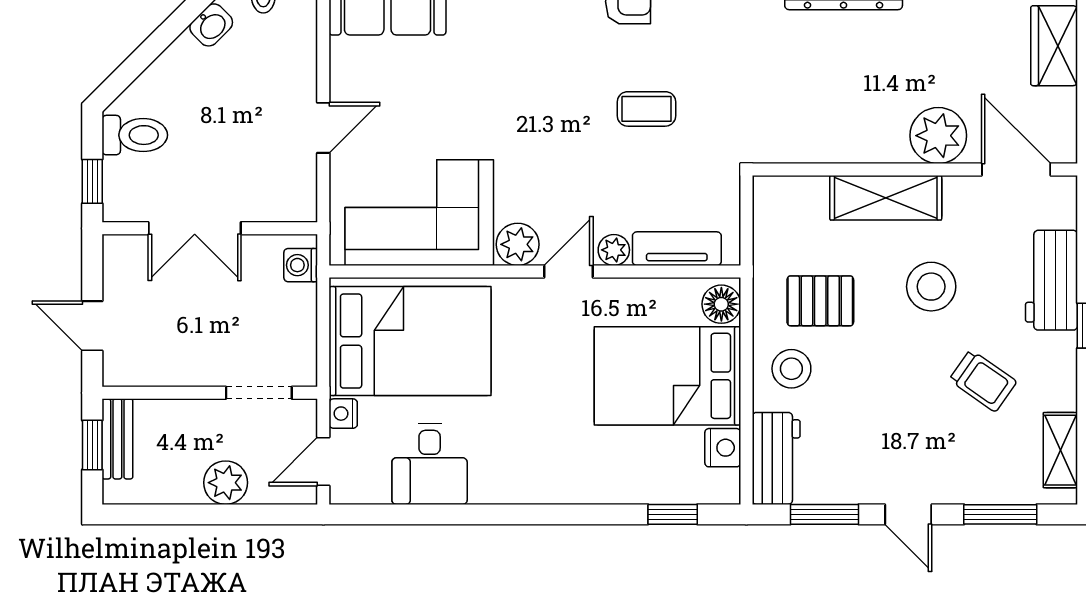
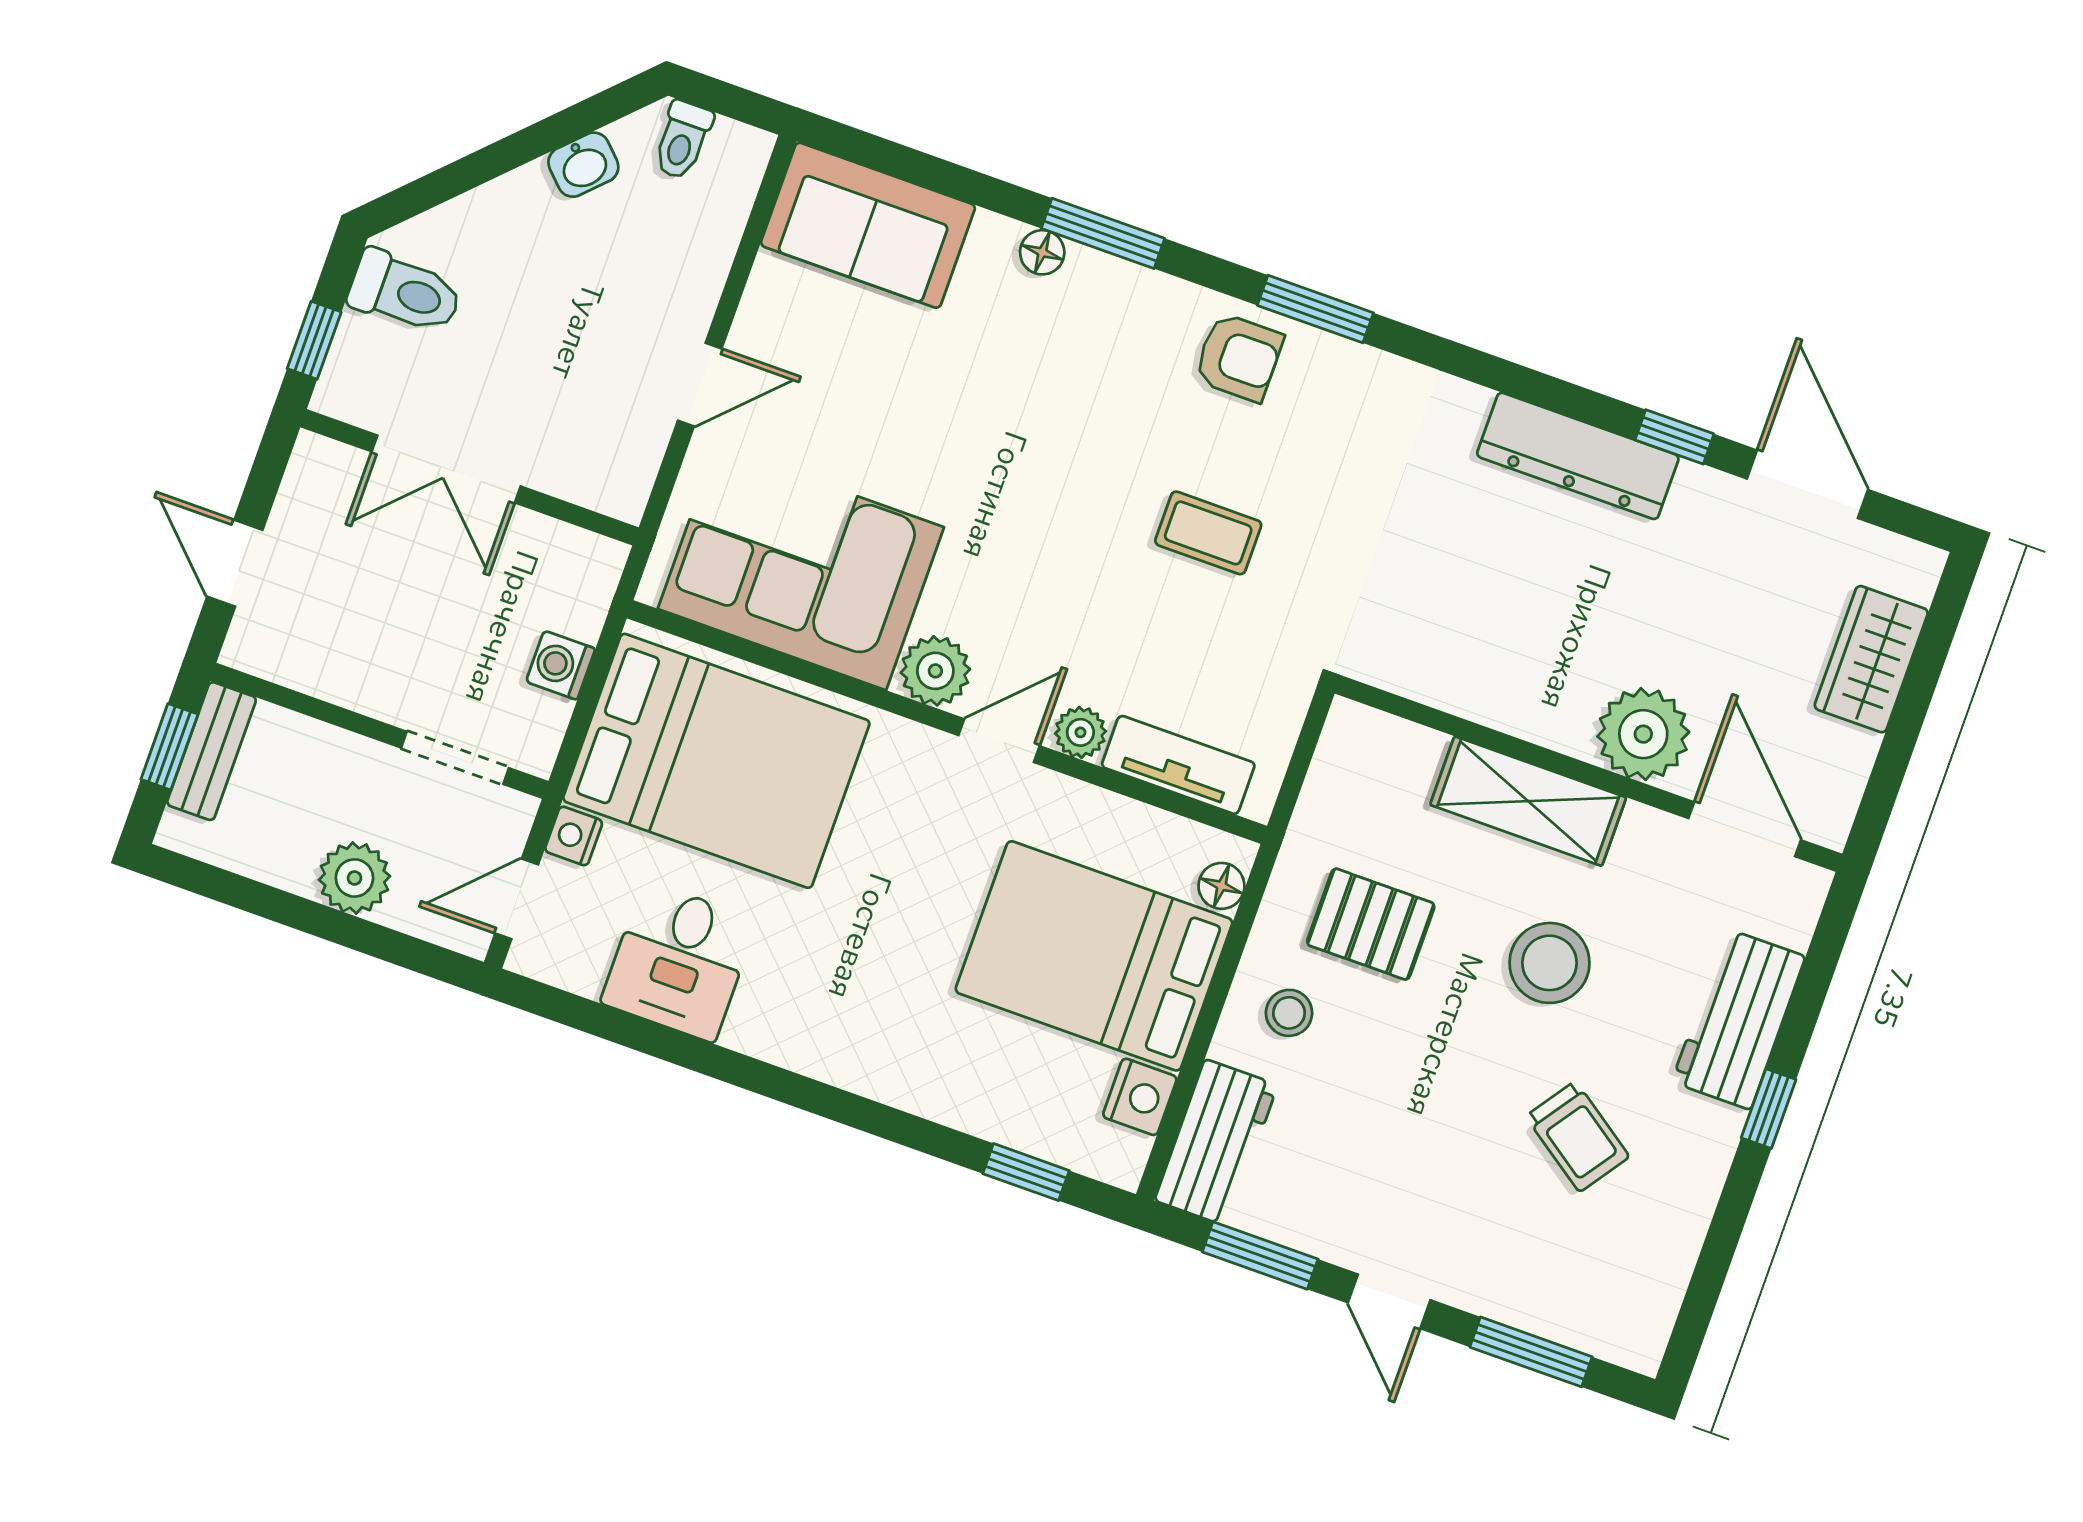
washing machine: (301, 265) -> (561, 665), moved
floor lamp: (721, 304) -> (1221, 886), width x0.73, depth x0.73
stool: (791, 369) -> (1289, 1013), width x0.73, depth x0.73
shelving: (1060, 450) -> (1659, 1286), removed

